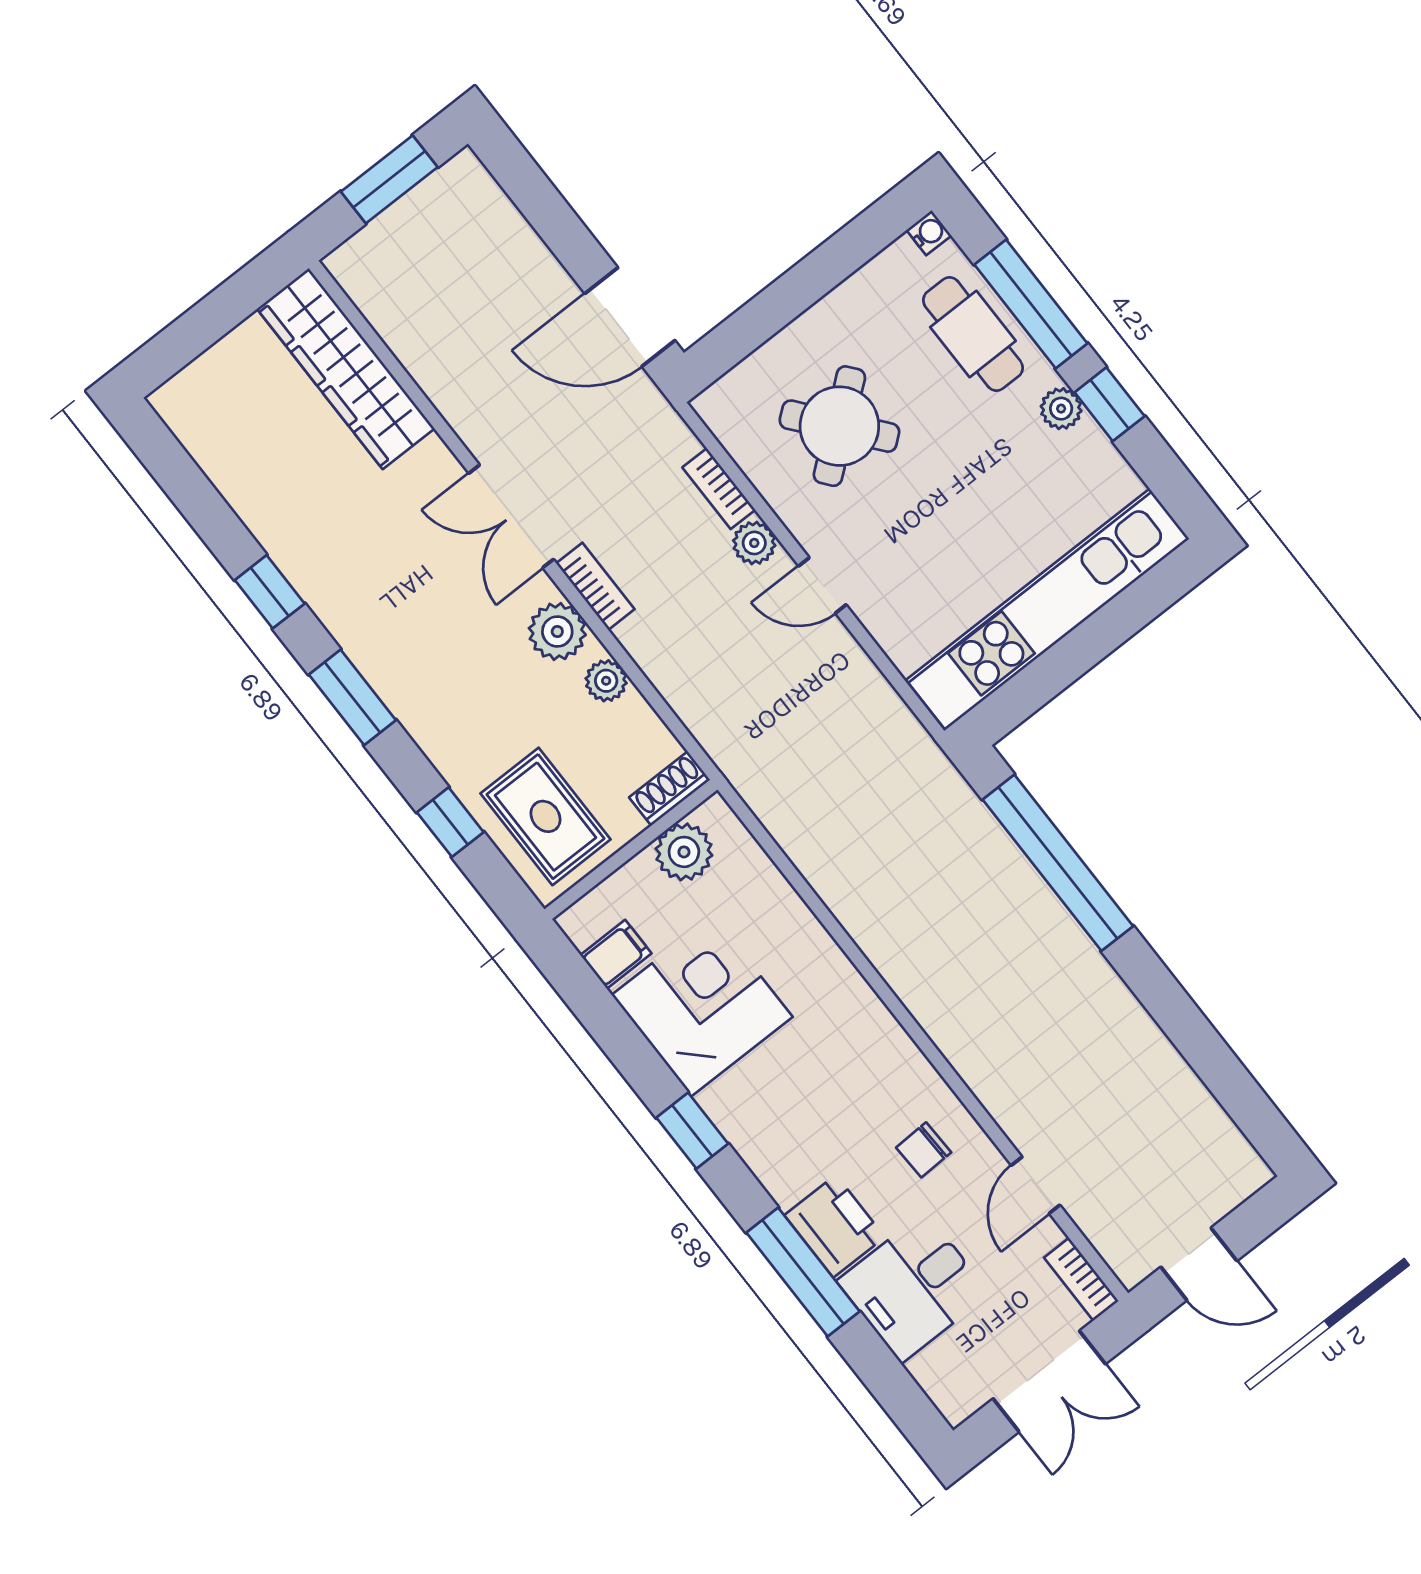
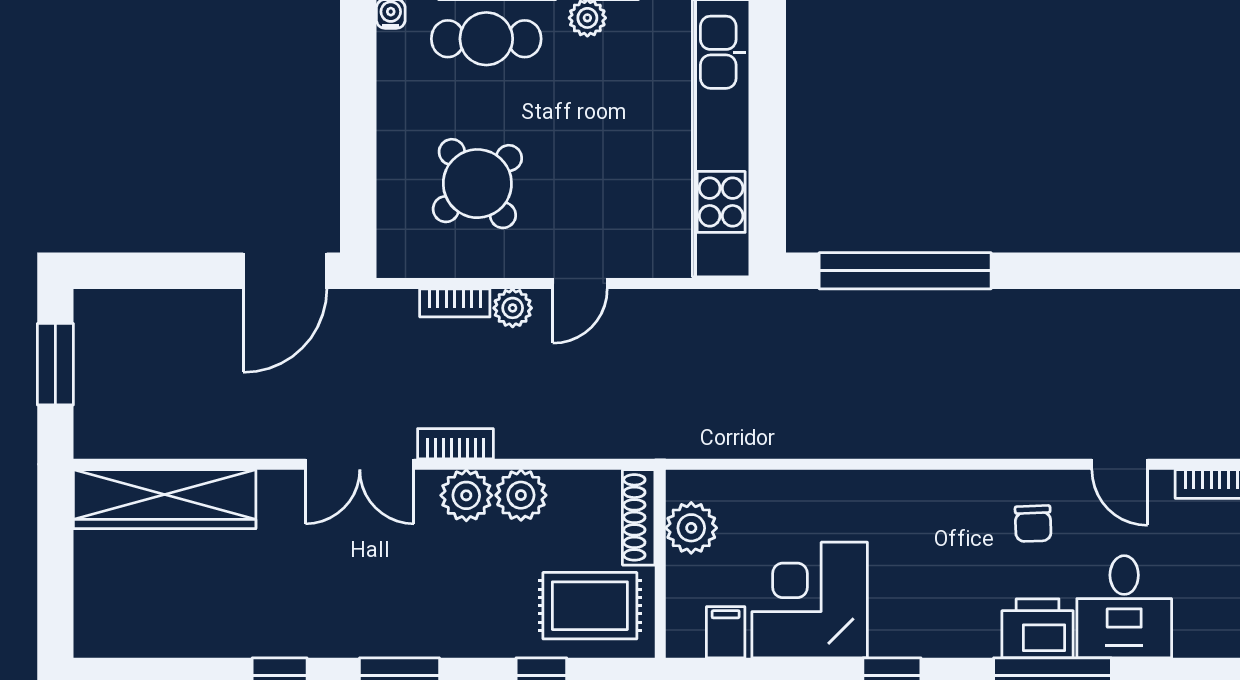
plant: (606, 681) -> (521, 495), width x1.38, depth x1.38
shoe rack: (669, 789) -> (639, 517), width x1.43

